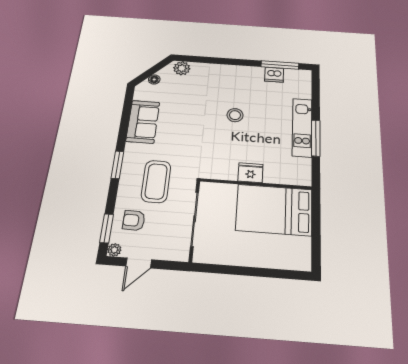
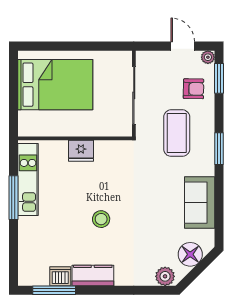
kitchen counter: (245, 73) -> (93, 276), added
floor lamp: (154, 79) -> (190, 254), width x1.89, depth x1.89
kitchen unit: (302, 127) -> (28, 180), moved
bed: (274, 210) -> (55, 85), moved
door: (139, 263) -> (183, 46), hinge flipped

